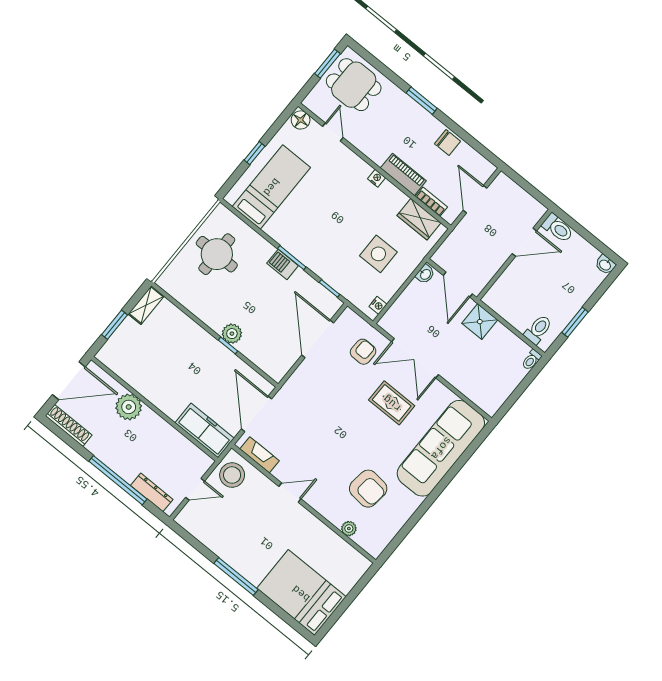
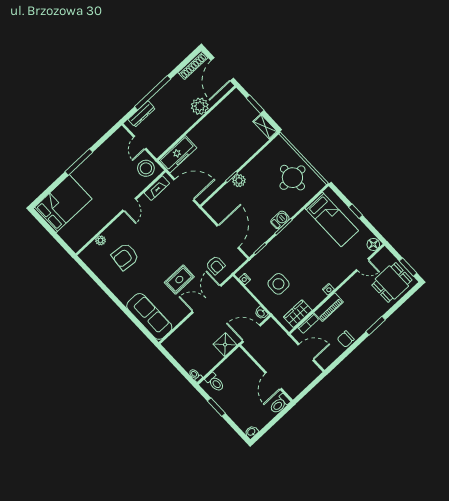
door: (318, 339) -> (228, 236), hinge flipped
sofa: (441, 448) -> (149, 316), width x0.74, depth x0.79

